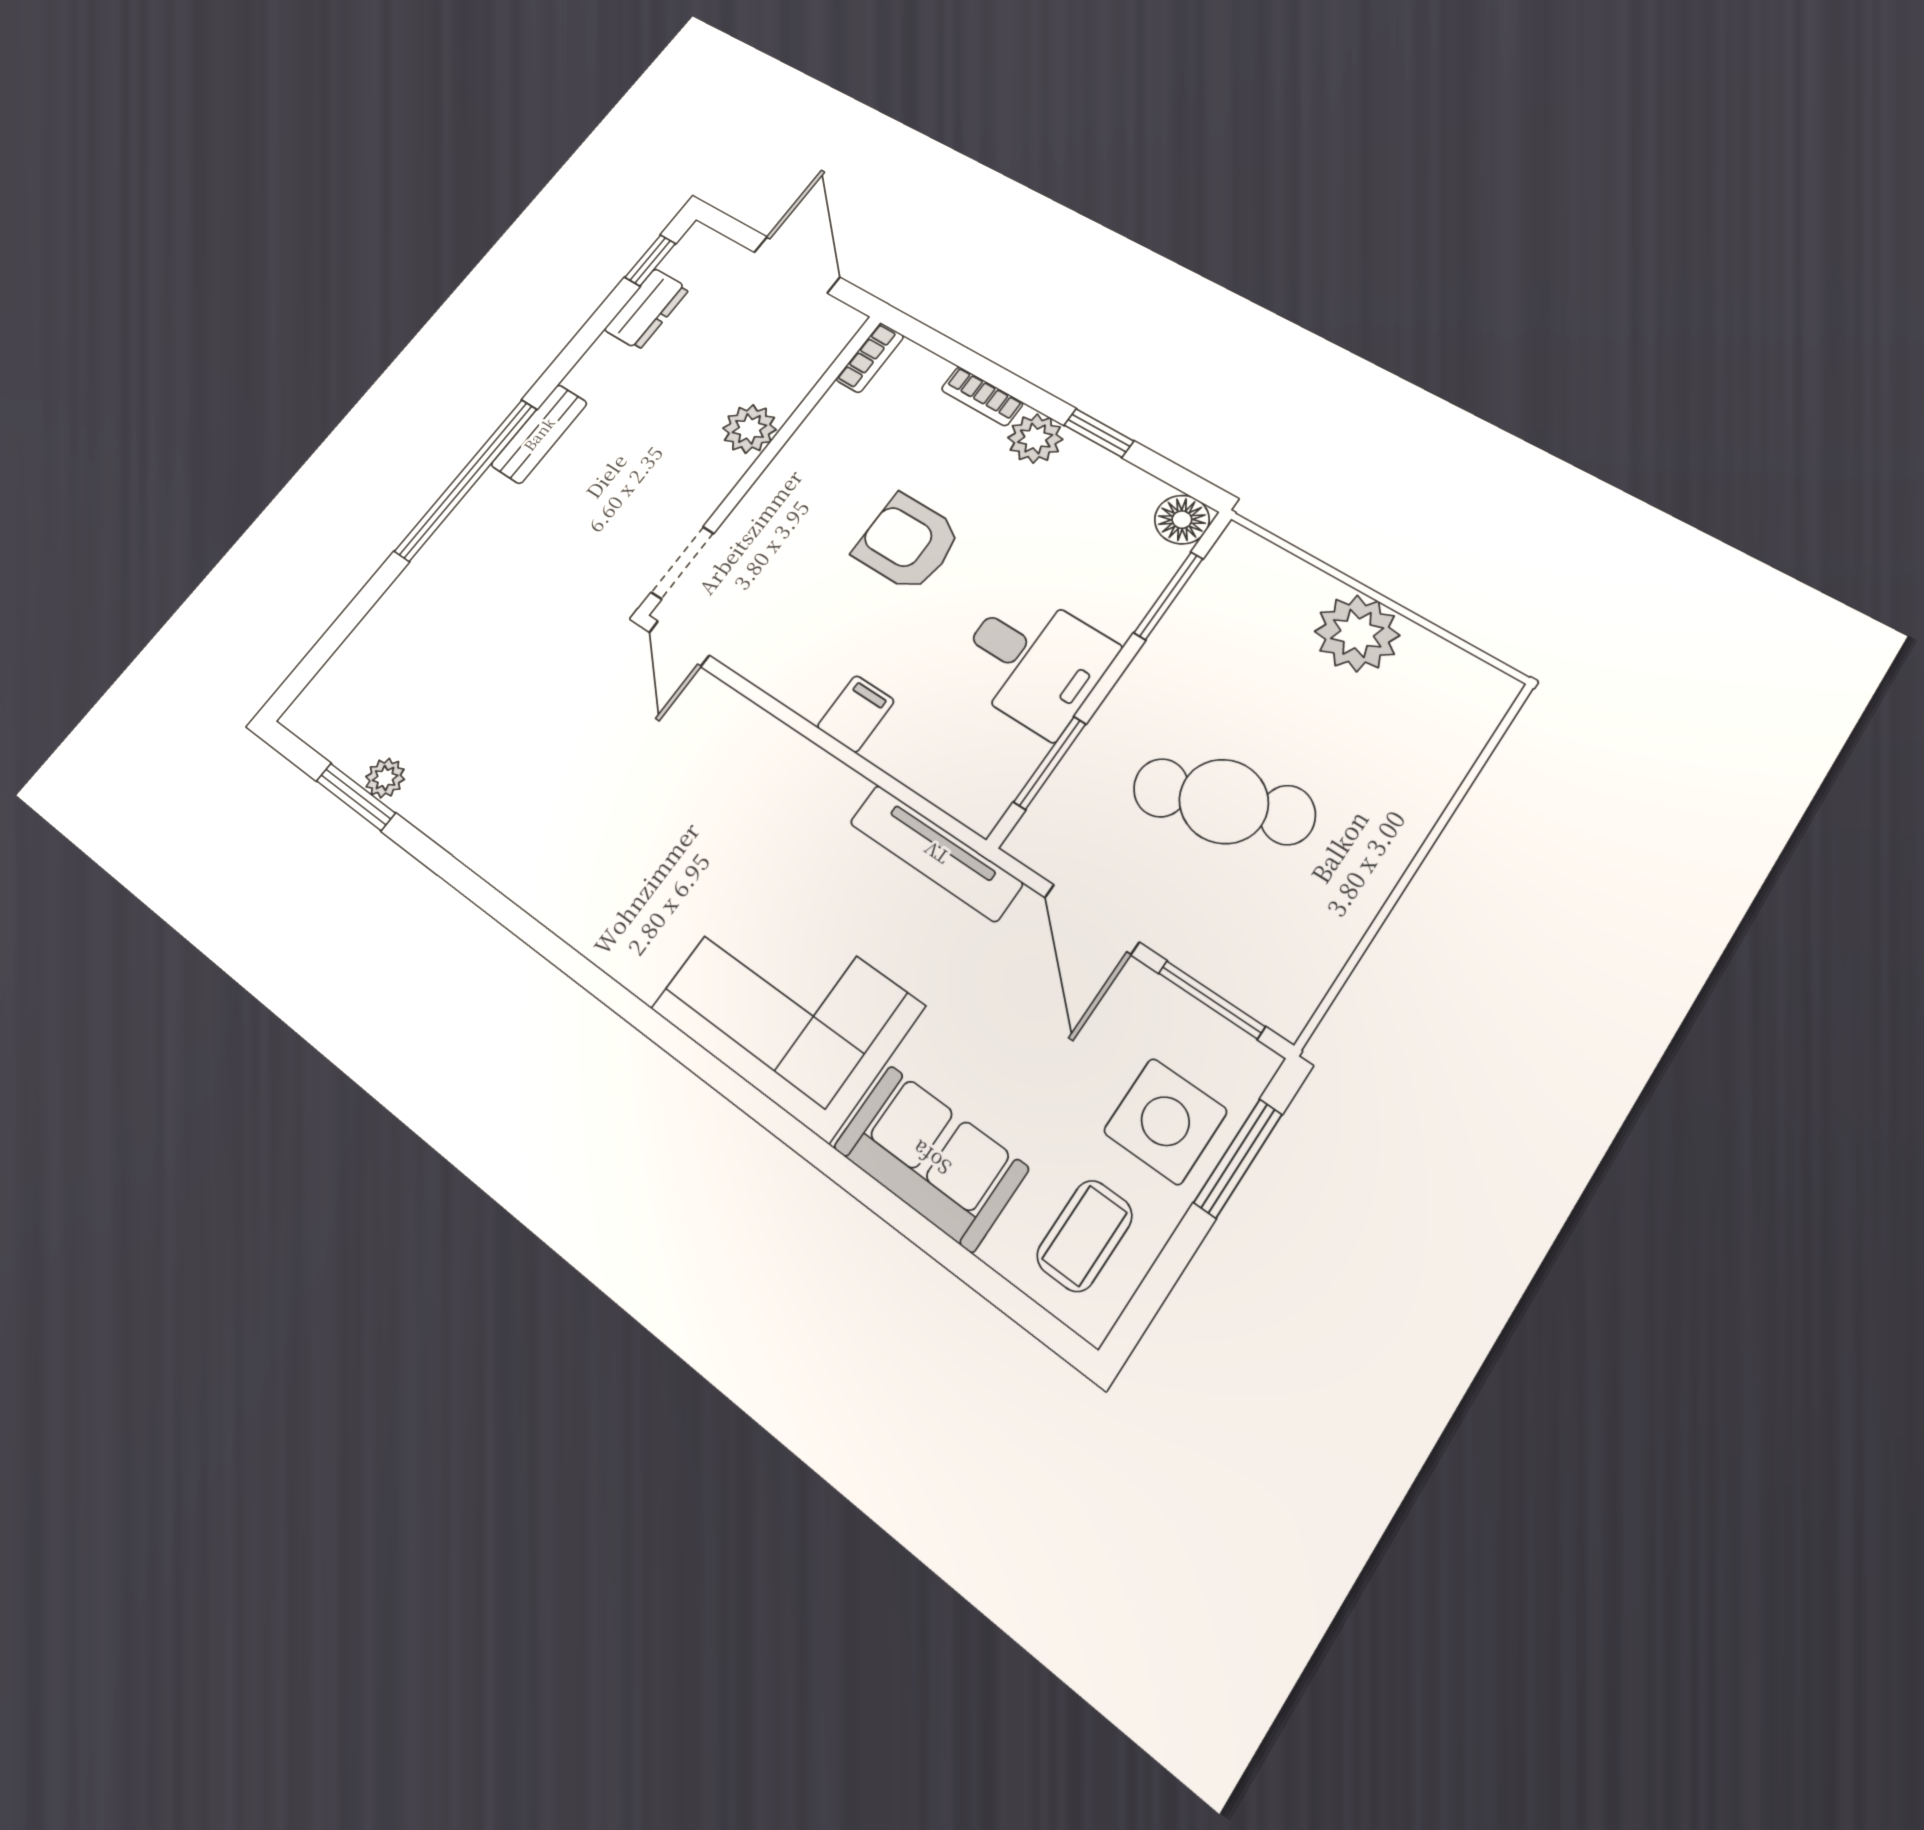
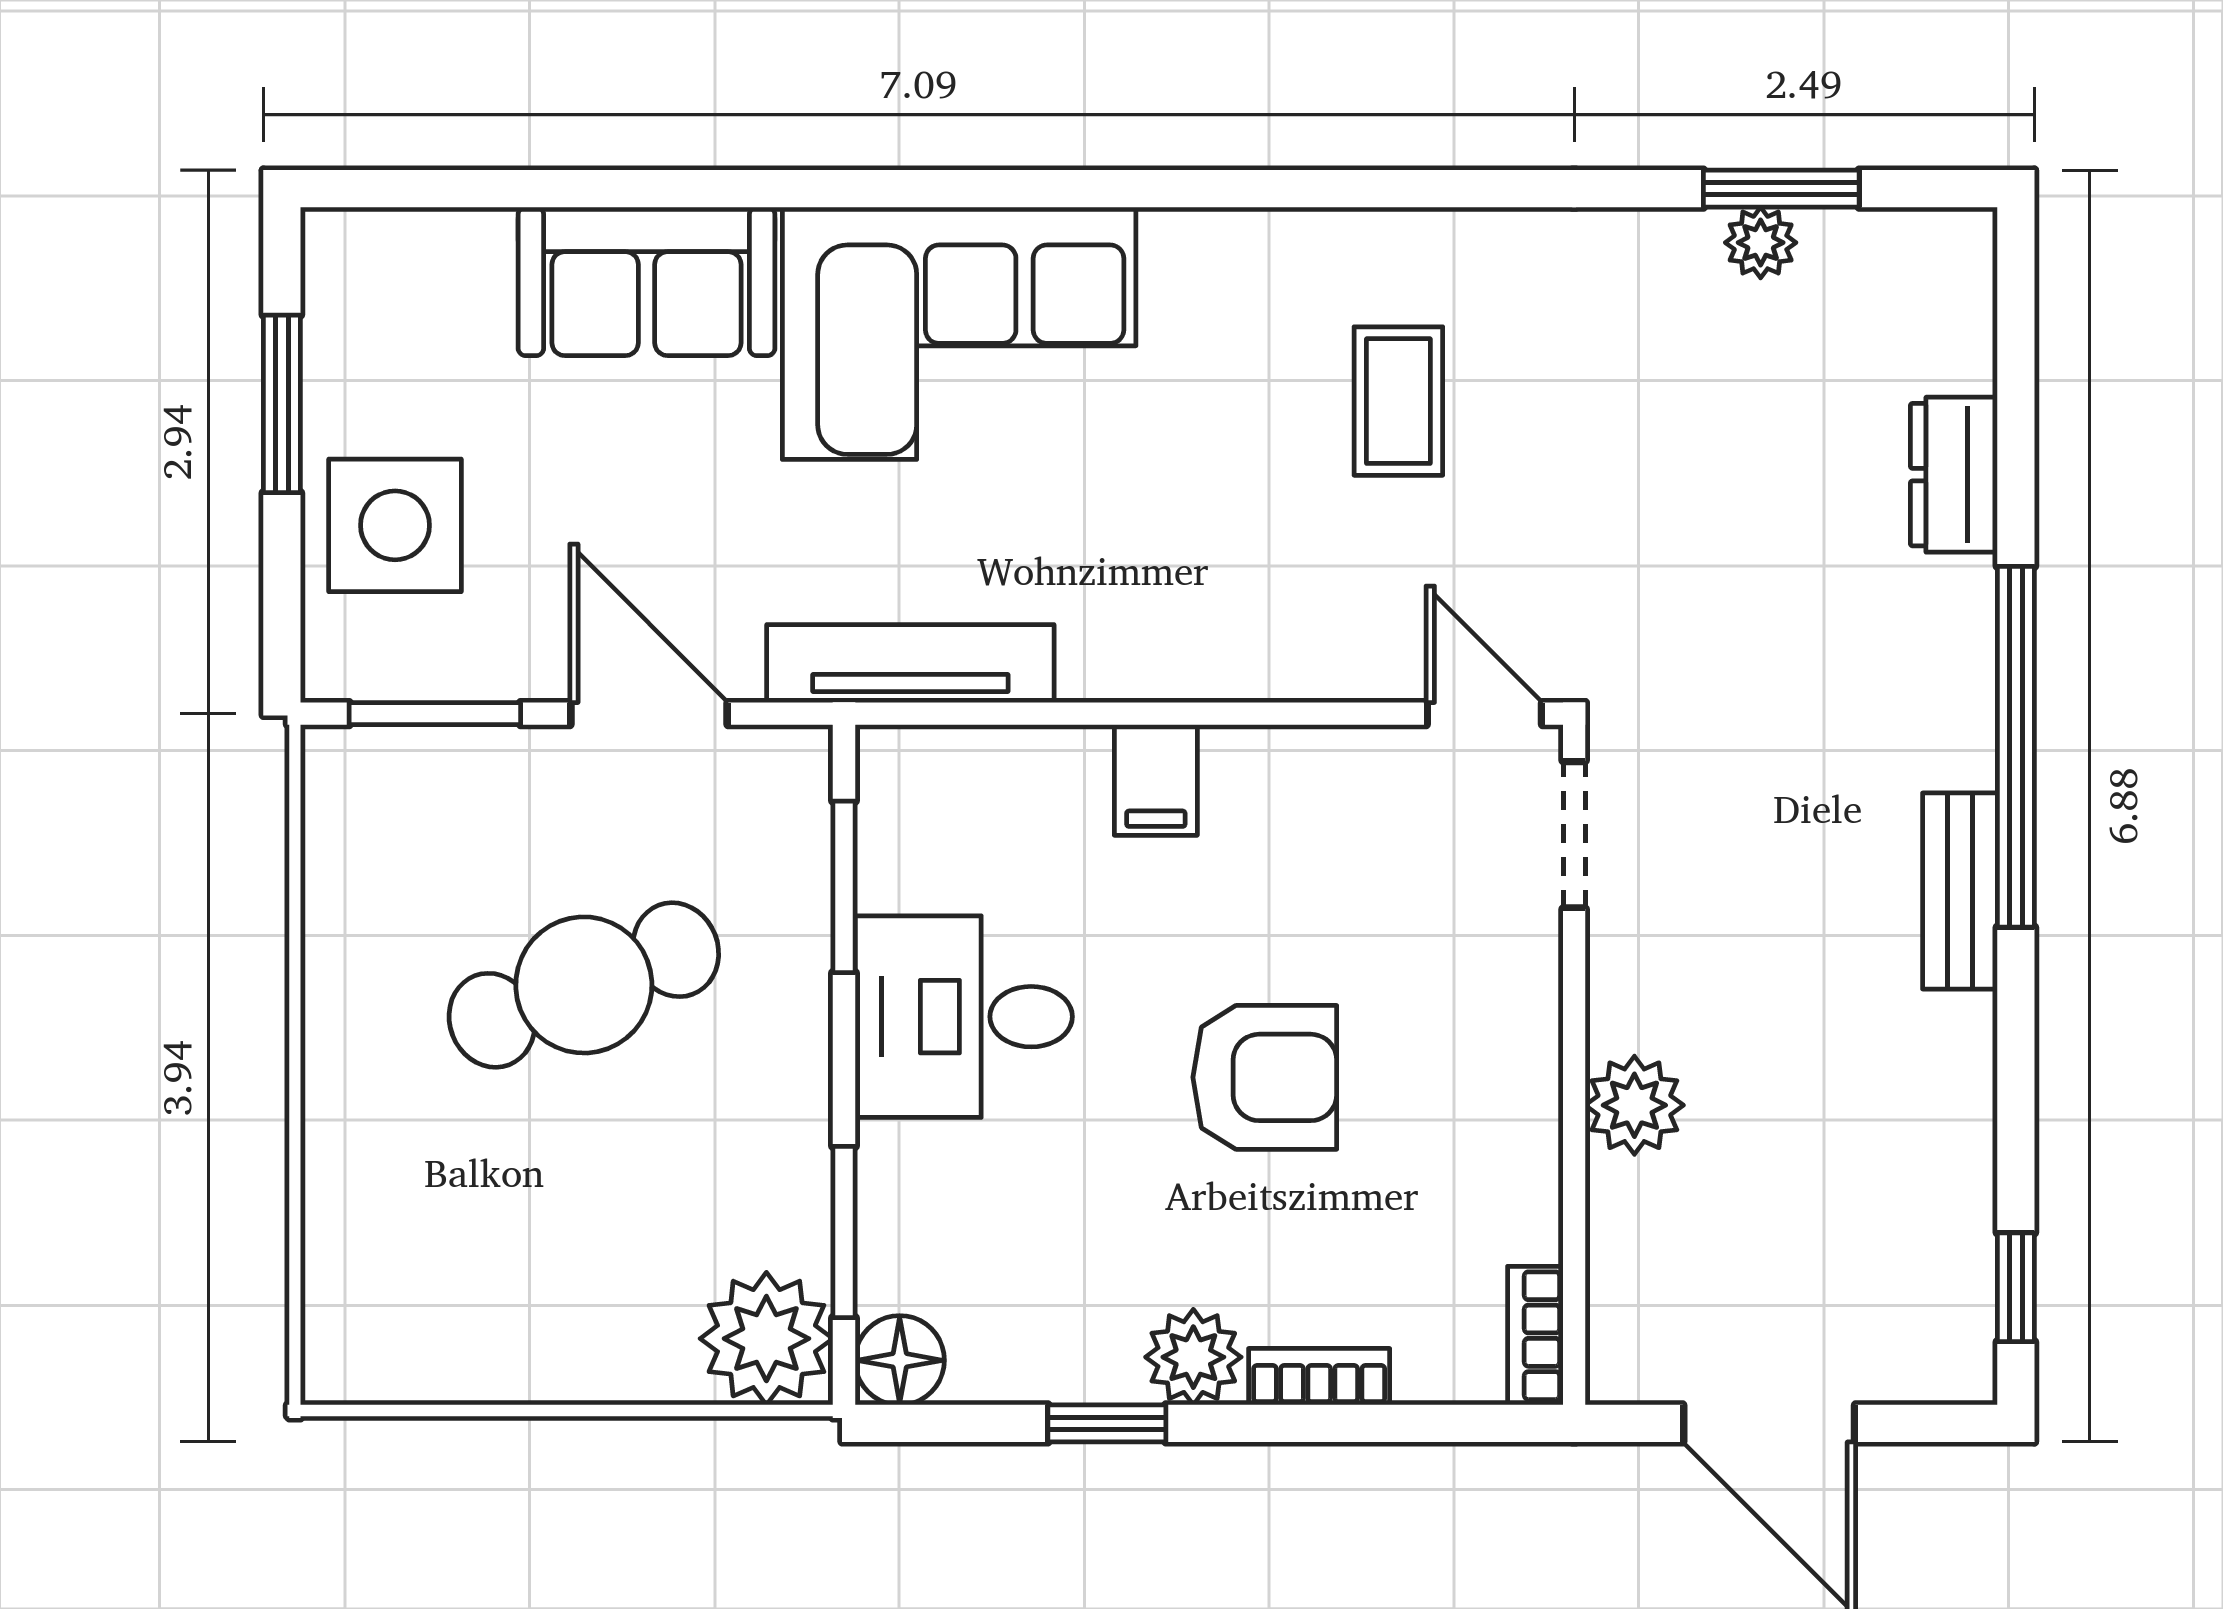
dresser: (647, 309) -> (1954, 475), moved
plant: (1357, 633) -> (766, 1339), moved
window: (1238, 1158) -> (282, 404), moved
coffee table: (1085, 1236) -> (1398, 401), moved

